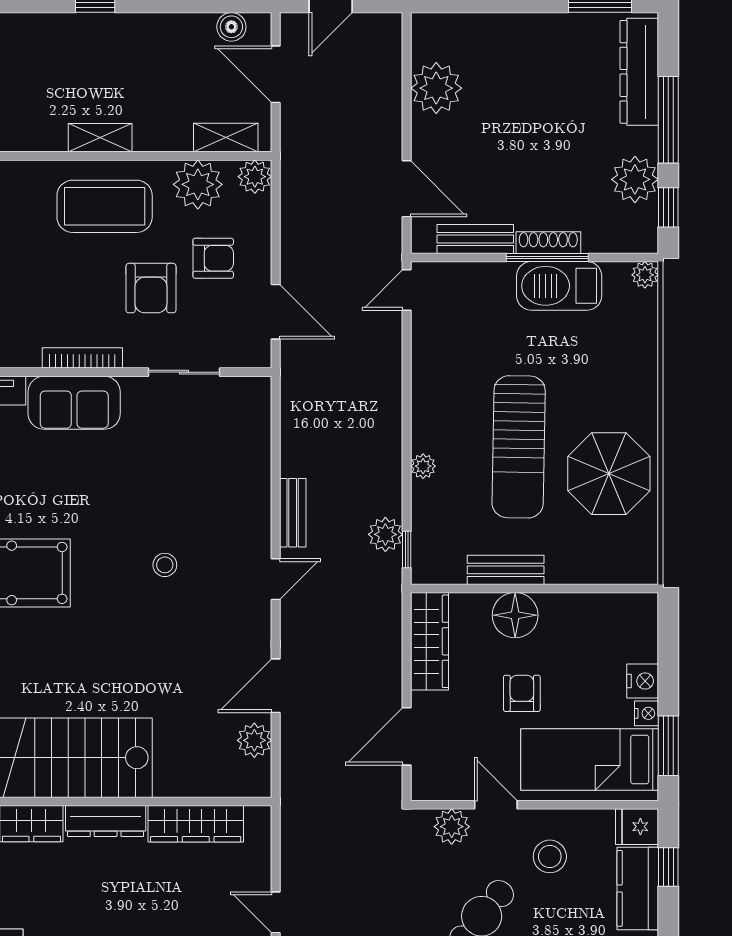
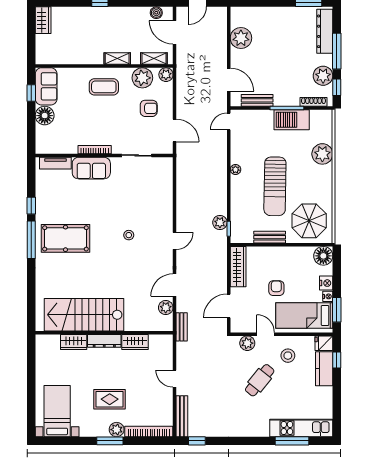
shelving: (100, 138) -> (117, 59), moved
coffee table: (105, 206) -> (104, 87), width x0.73, depth x0.76
shoe rack: (548, 243) -> (313, 102), moved
plant: (645, 275) -> (322, 154), moved, width x1.88, depth x1.88
armchair: (151, 288) -> (123, 121), removed
plant: (423, 466) -> (235, 169), moved
parasol: (609, 474) -> (309, 221), moved
bench: (293, 513) -> (182, 327), moved
floor lamp: (515, 615) -> (323, 256), moved
wardrobe: (196, 824) -> (135, 342), width x0.67

